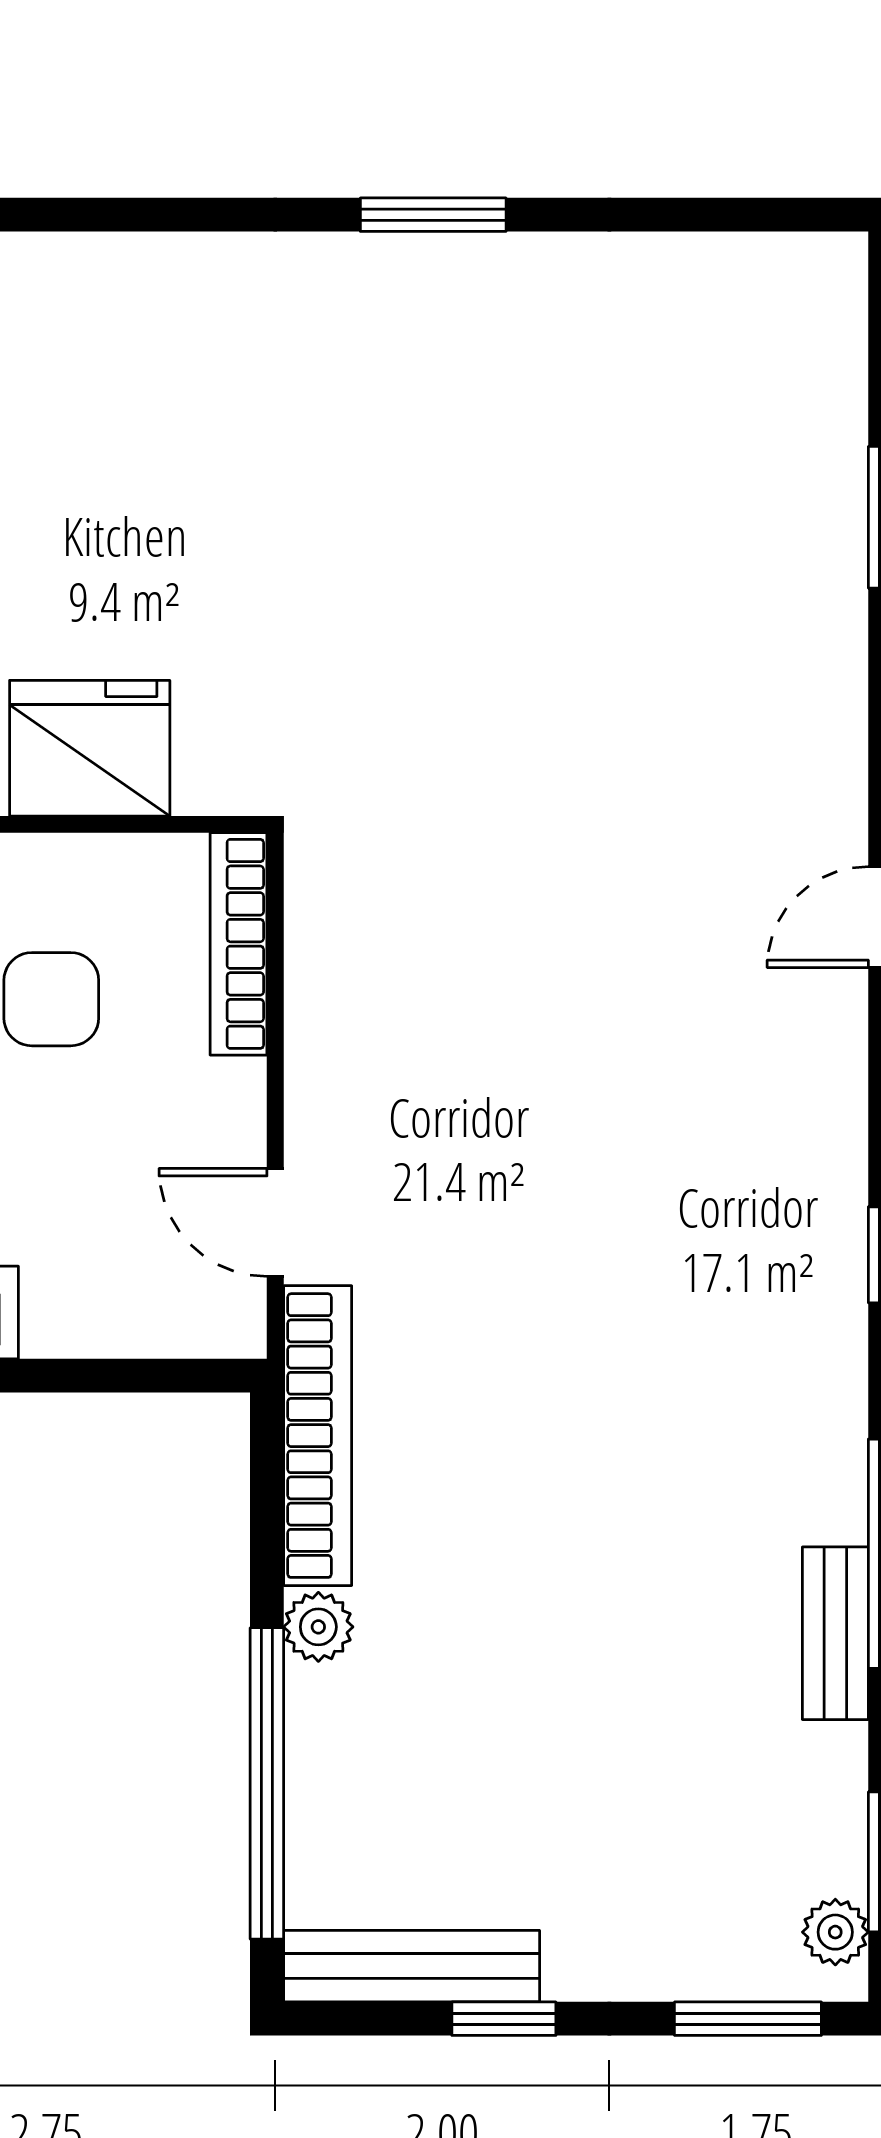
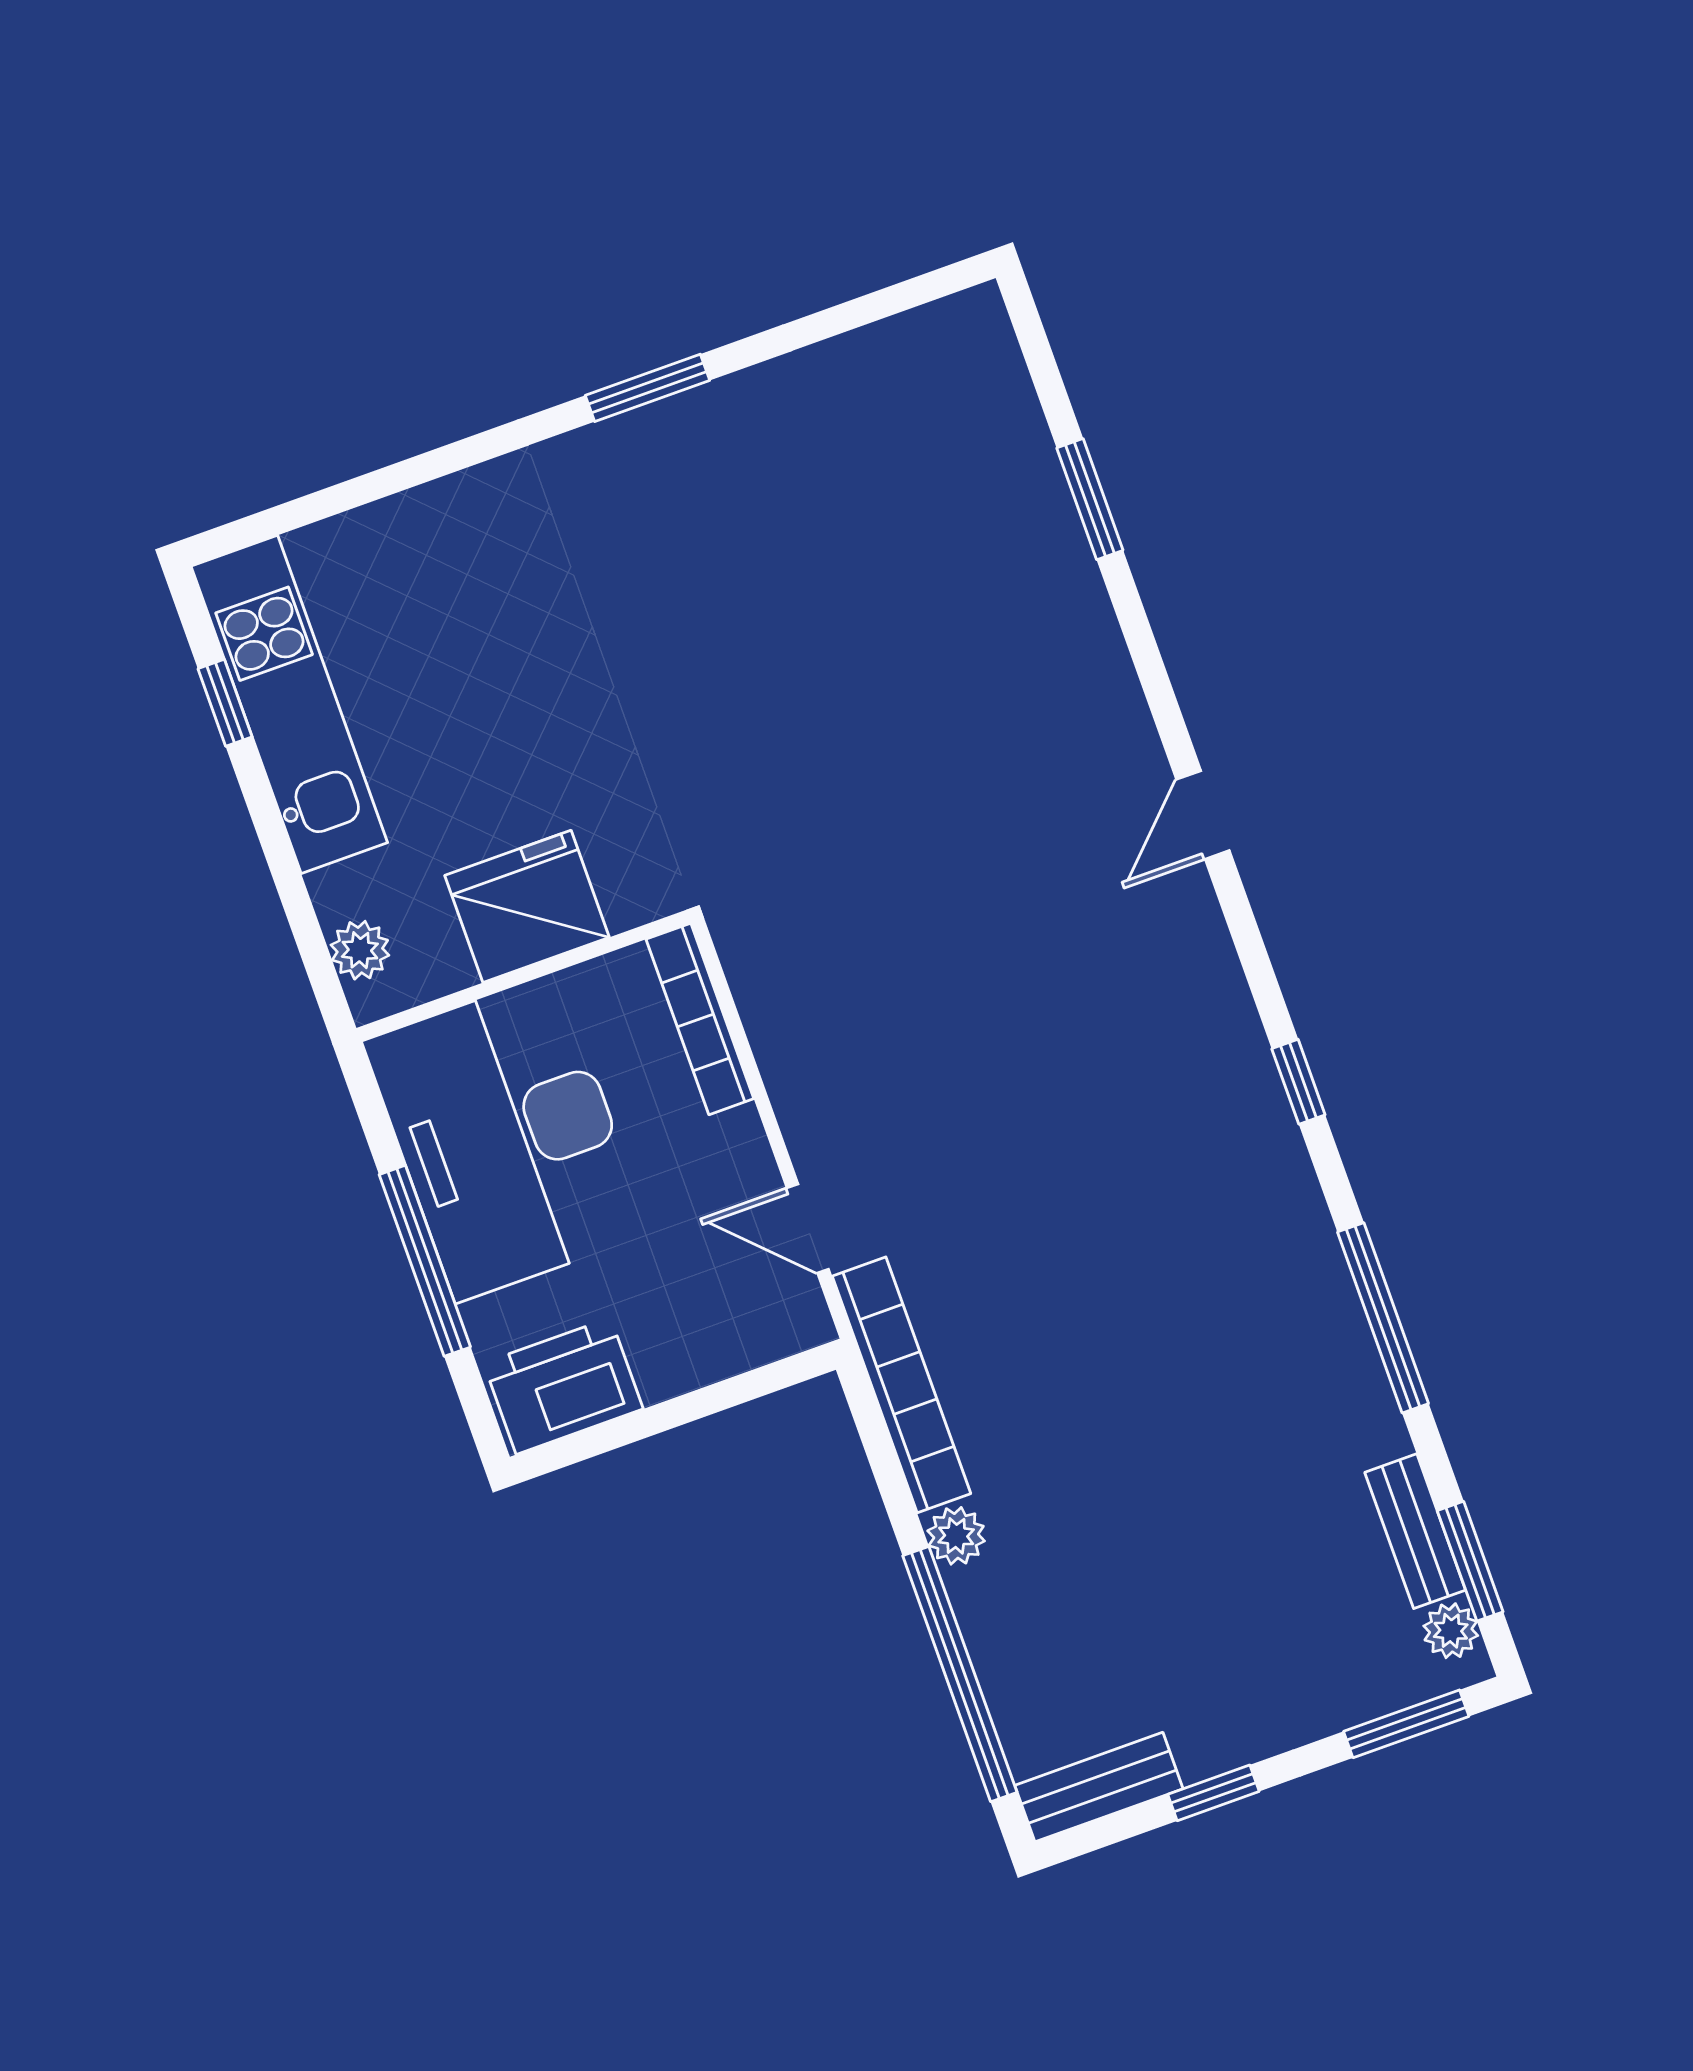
bench: (835, 1633) -> (1415, 1531), moved
bench: (412, 1966) -> (1099, 1787), width x0.73

